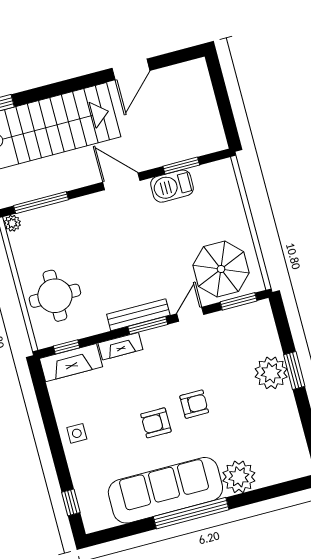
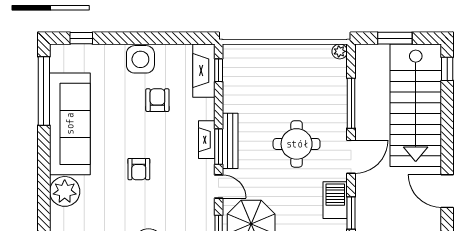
window: (41, 203) -> (351, 103), moved
round table: (55, 296) -> (297, 144), moved
fireplace: (120, 346) -> (207, 140), moved
armchair: (156, 423) -> (157, 100), moved
side table: (77, 433) -> (140, 59), width x1.87, depth x1.87
window: (191, 513) -> (44, 91), moved

